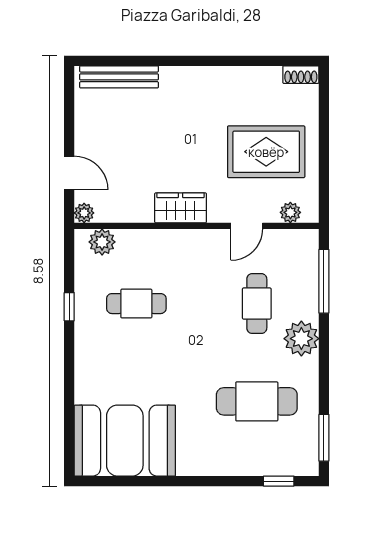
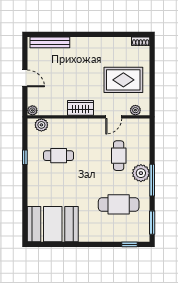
door: (69, 173) -> (25, 78), moved
window: (324, 281) -> (152, 180), moved

